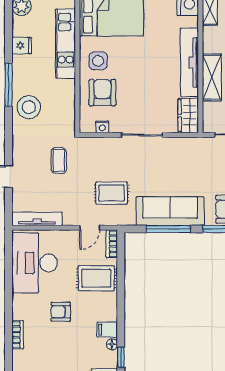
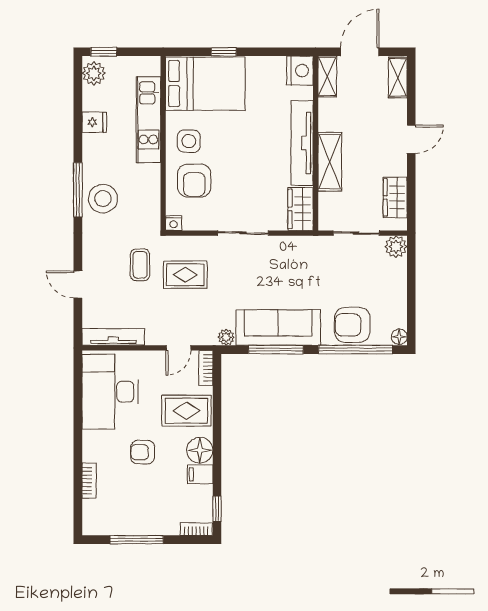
window: (9, 85) -> (78, 190), moved
armchair: (102, 93) -> (194, 180), turned 180
nightstand: (102, 127) -> (174, 223), moved
rug: (112, 193) -> (185, 275), moved
plant: (128, 219) -> (226, 337), added
floor lamp: (112, 344) -> (200, 450), moved, width x1.89, depth x1.89

